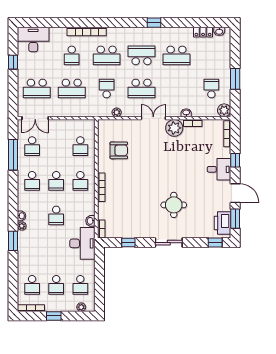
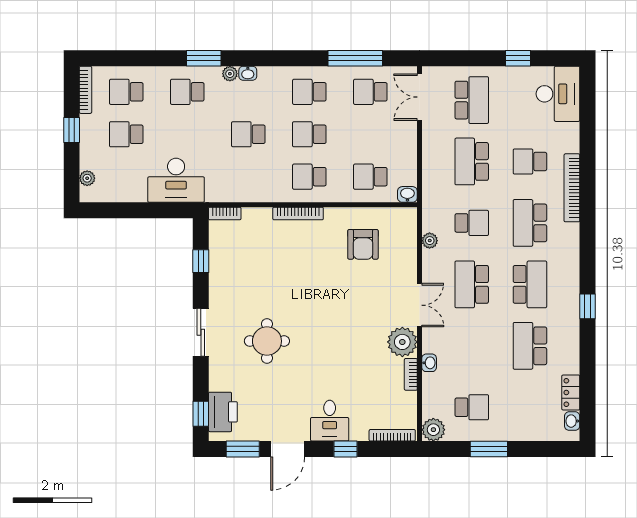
school desk: (37, 89) -> (472, 100), turned 180
washbasin: (90, 221) -> (407, 194), moved
printer: (223, 223) -> (223, 412), moved, turned 90
desk: (82, 243) -> (176, 180), moved
school desk: (80, 285) -> (187, 92), moved

